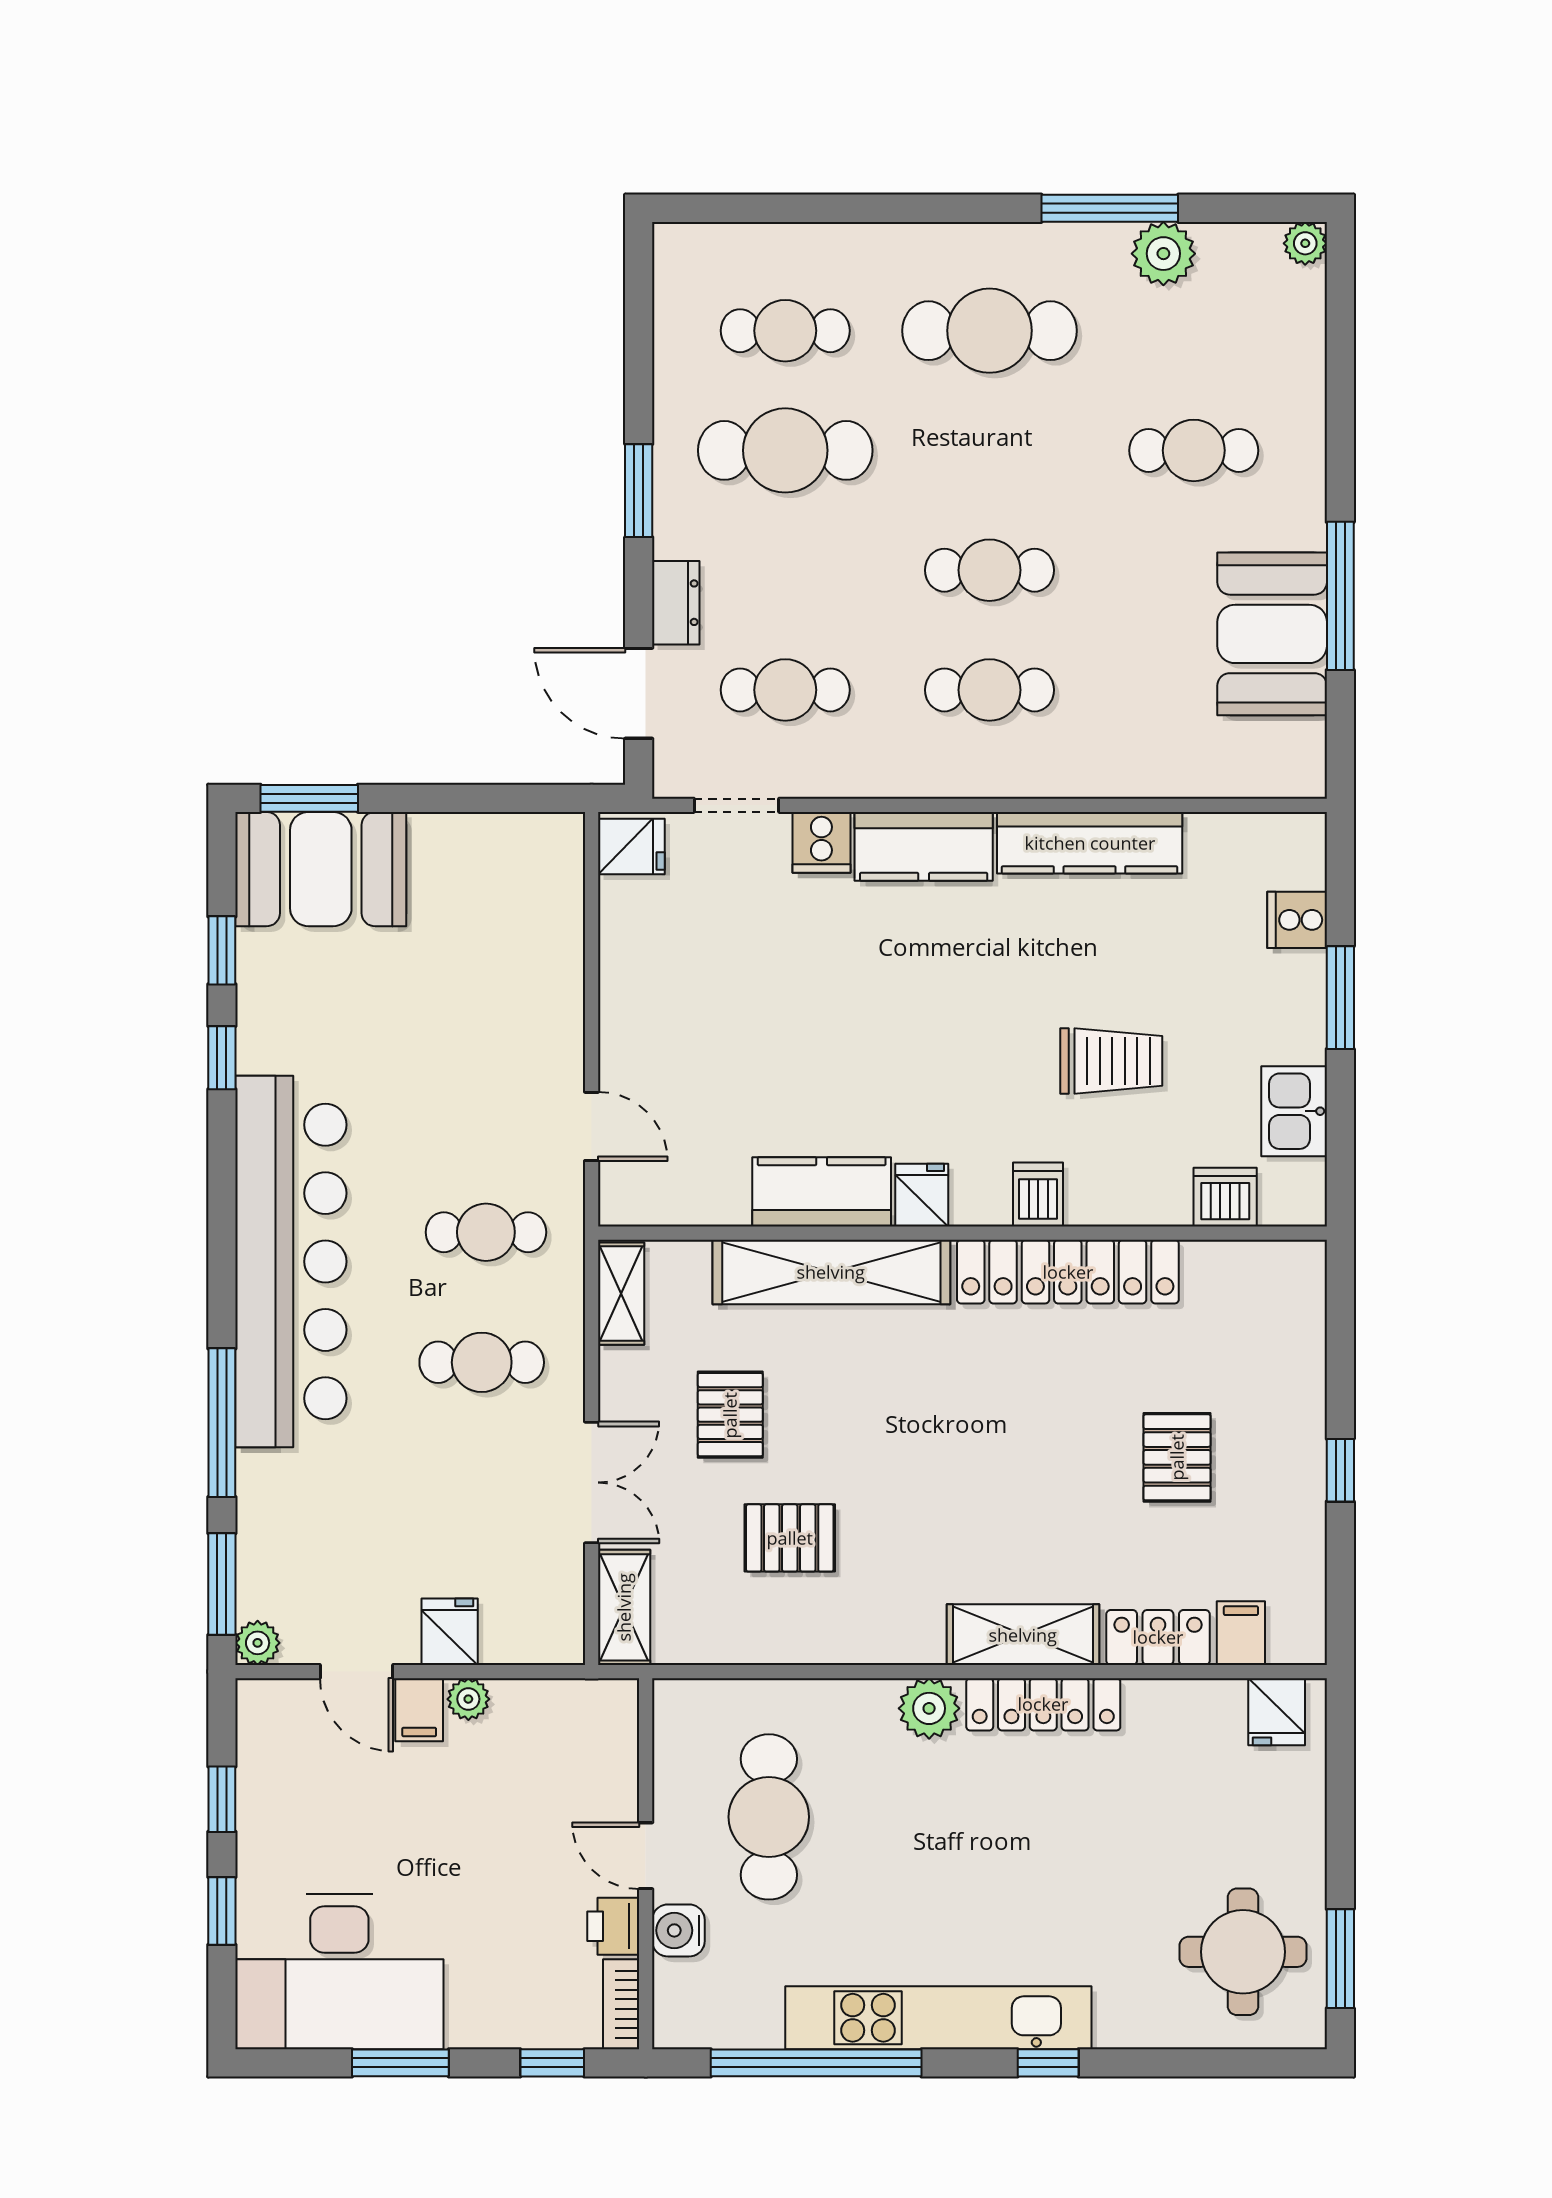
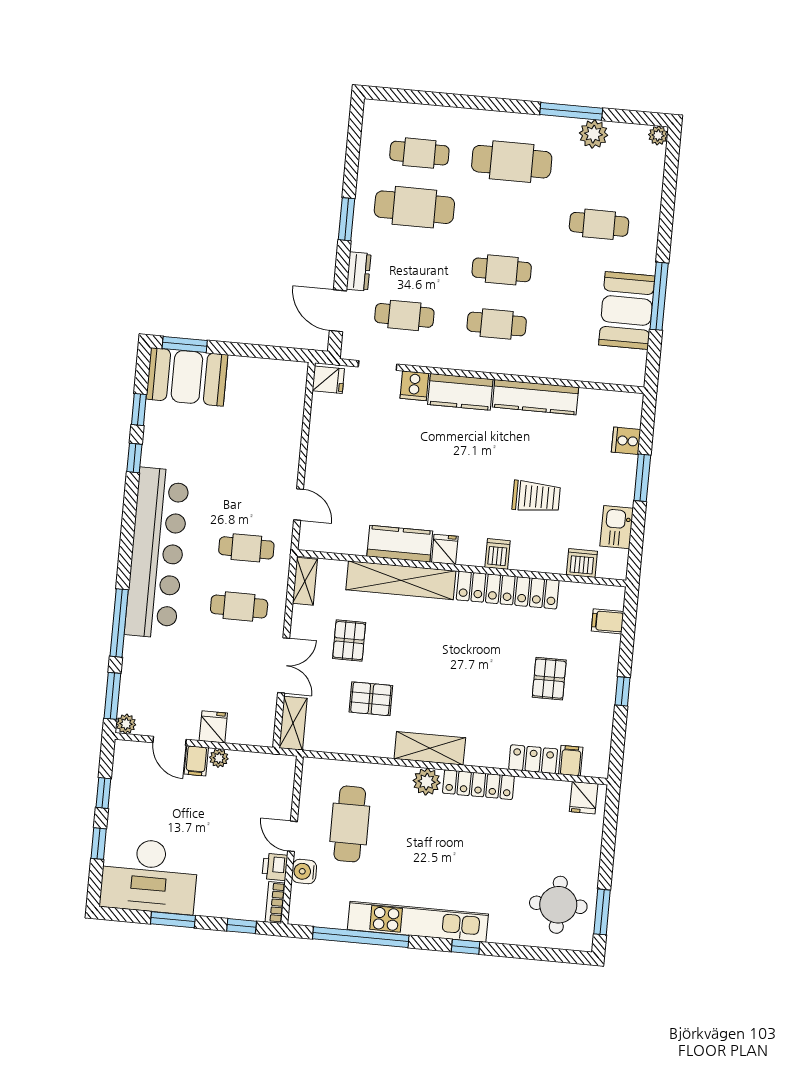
filing cabinet: (1293, 1320) -> (608, 621), added
shelving: (1023, 1635) -> (430, 748), moved

